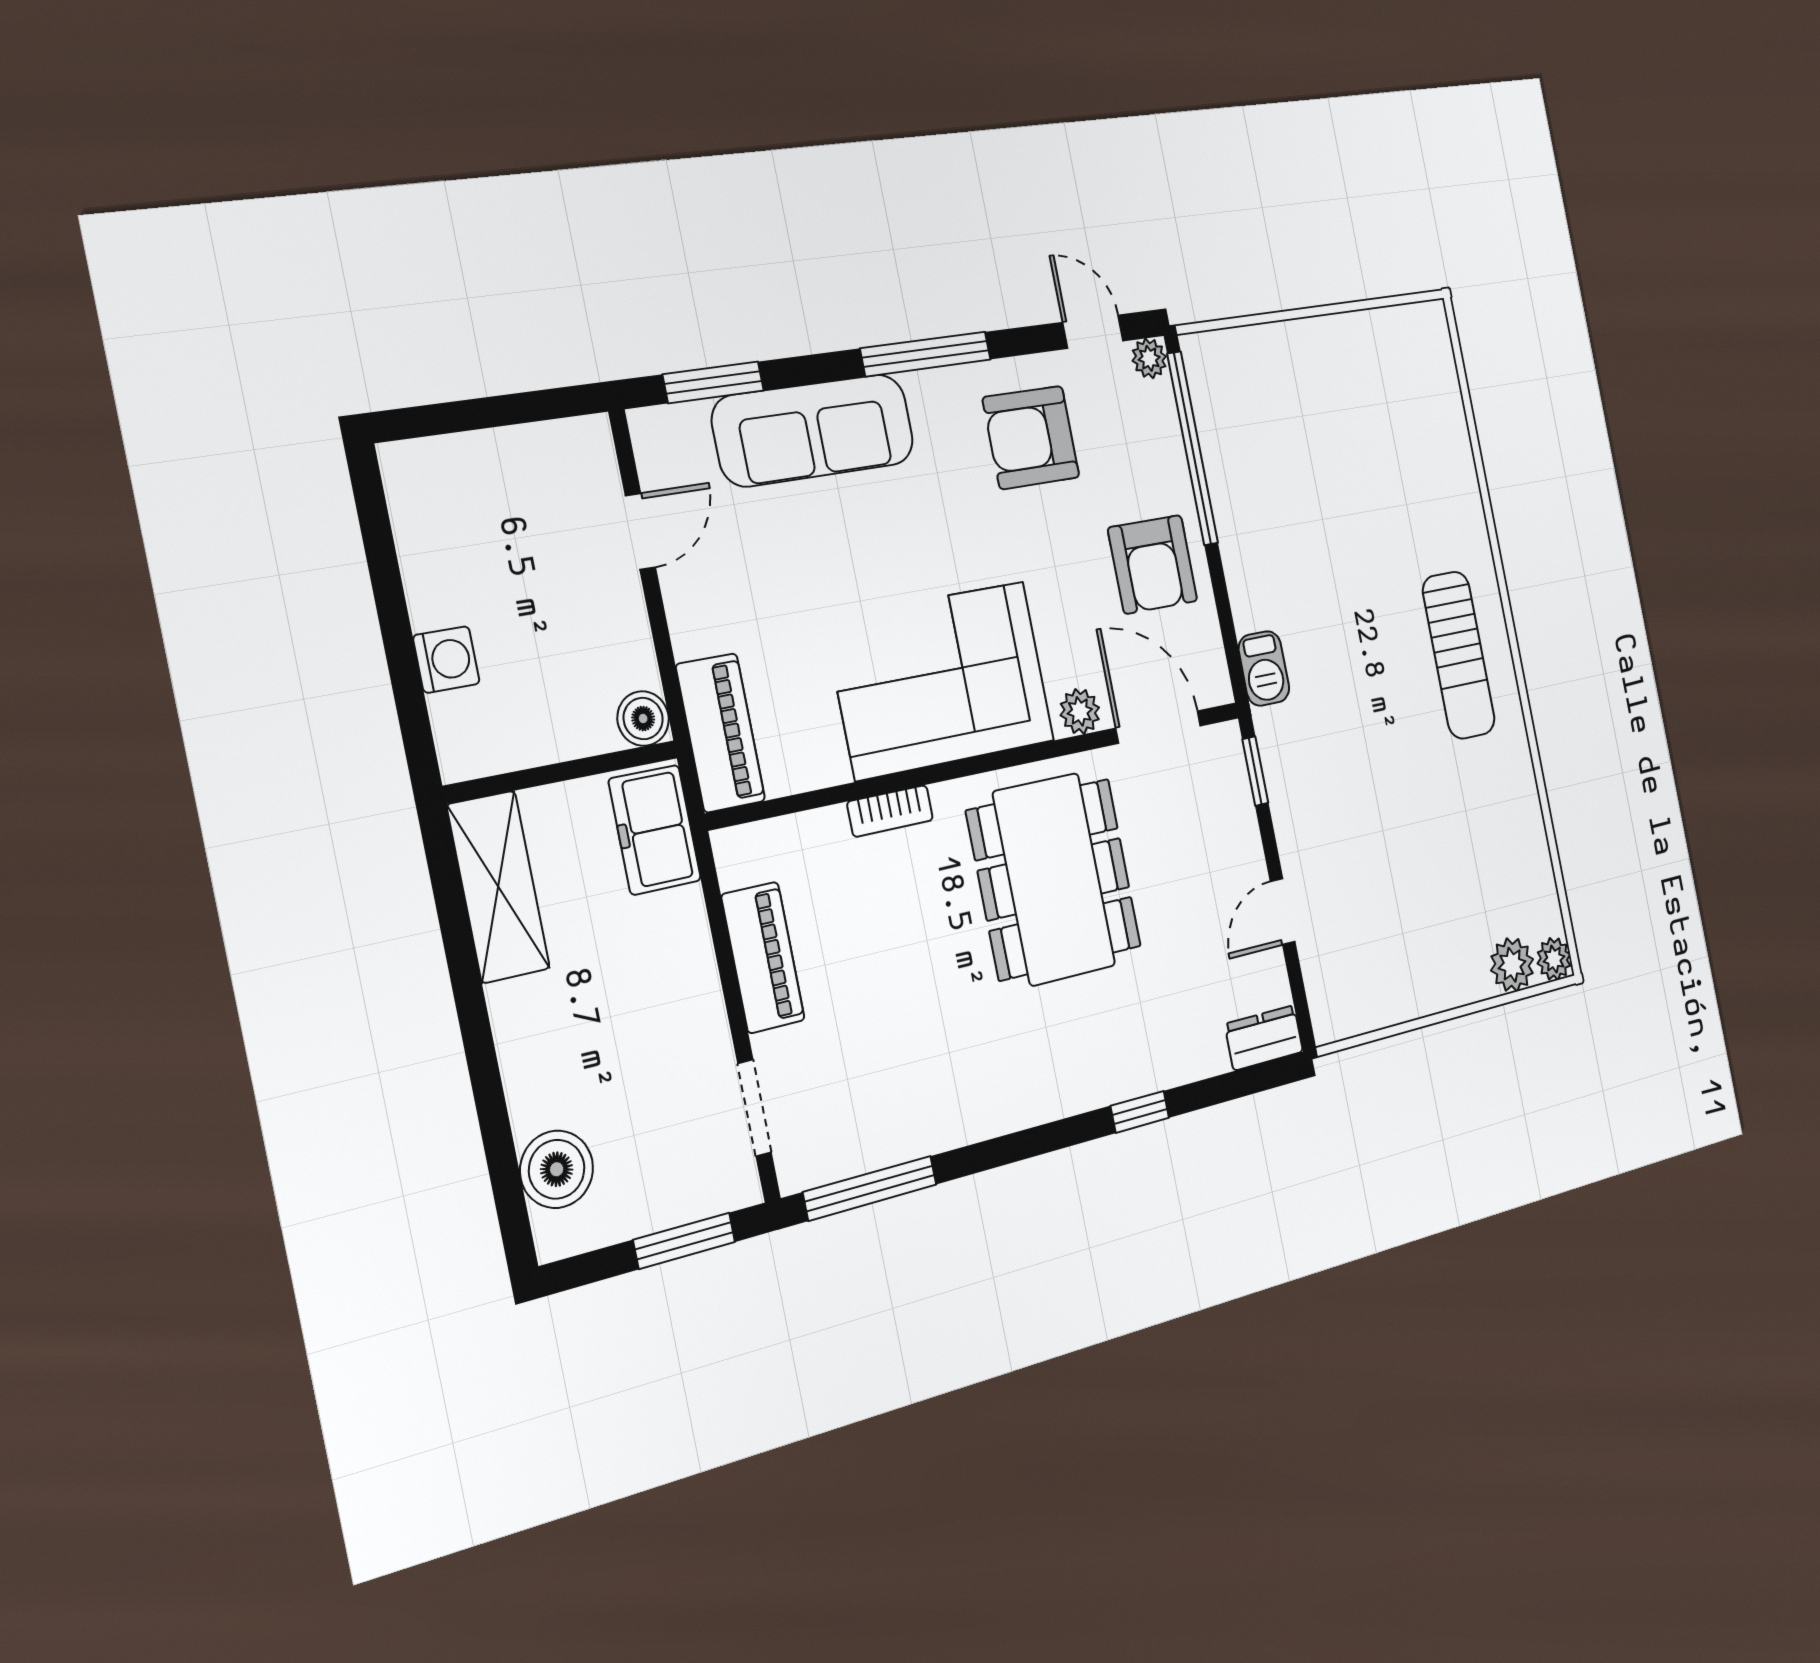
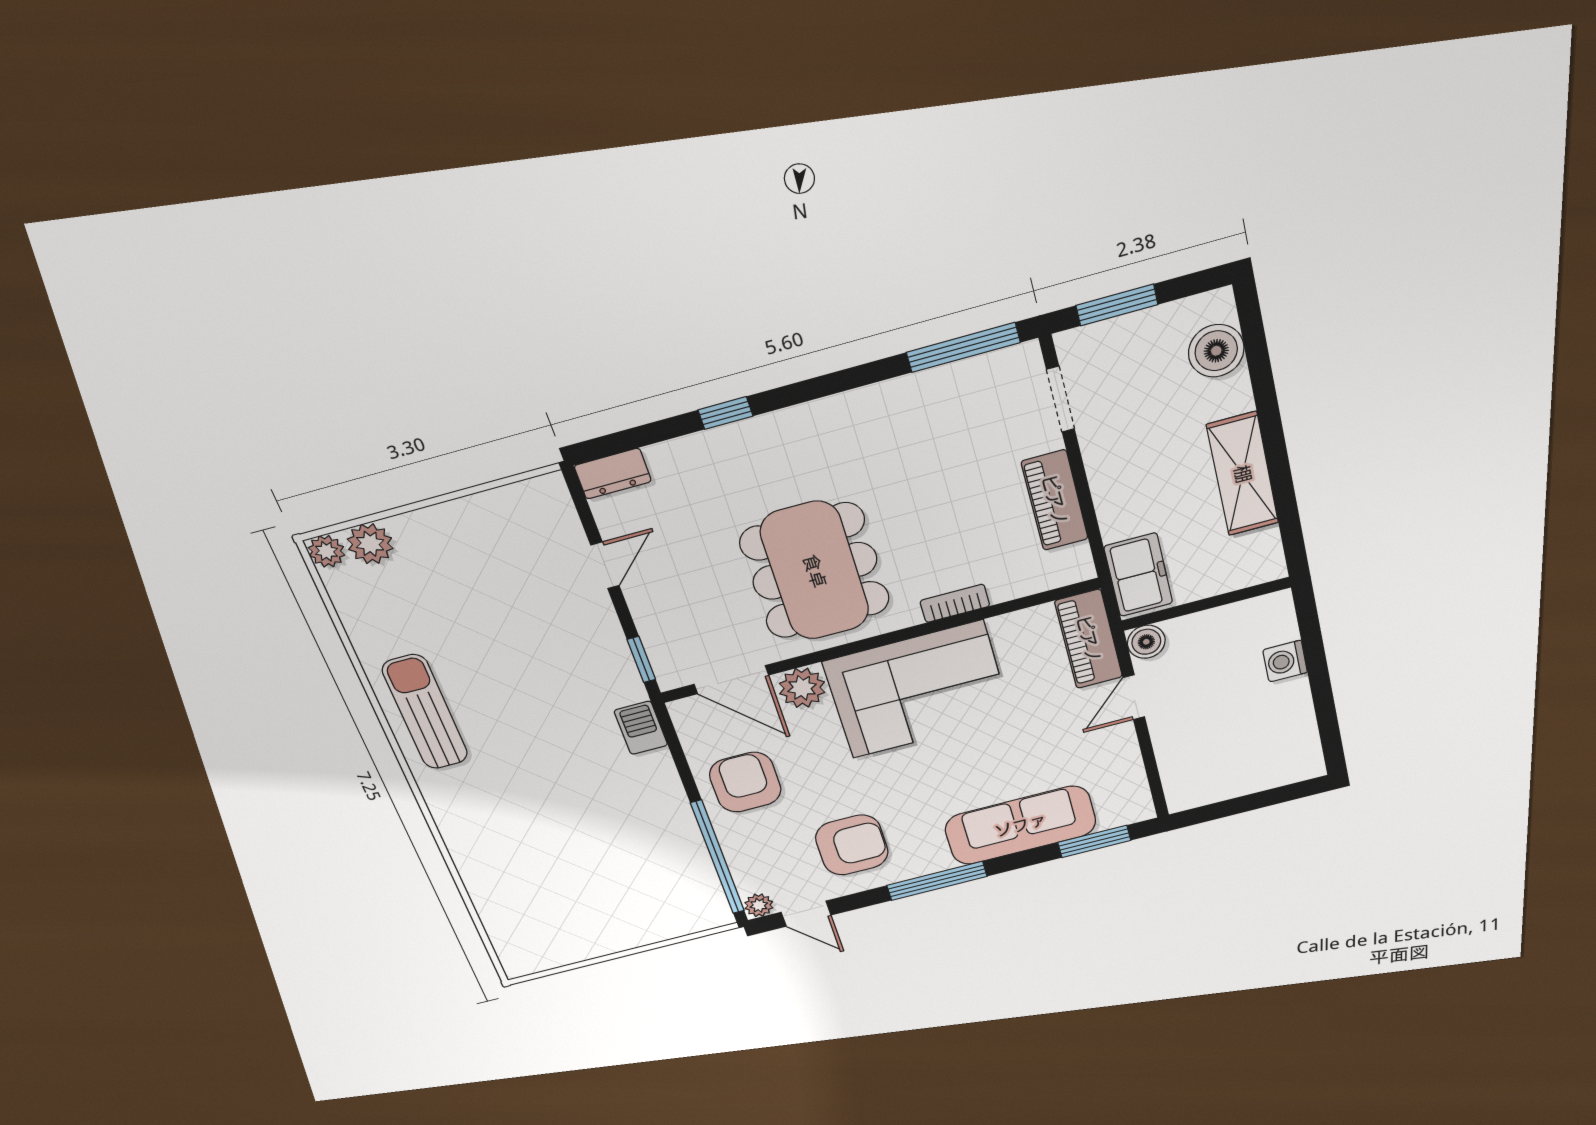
door: (640, 531) -> (1134, 697), moved
sun lounger: (1459, 655) -> (425, 712), moved
plant: (1080, 711) -> (802, 688), width x1.38, depth x1.38
shelving: (498, 887) -> (1243, 474), moved

